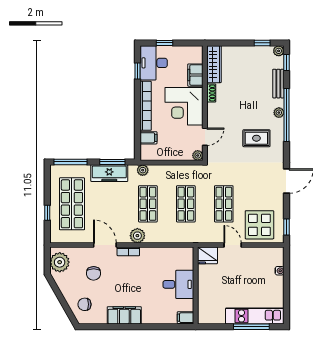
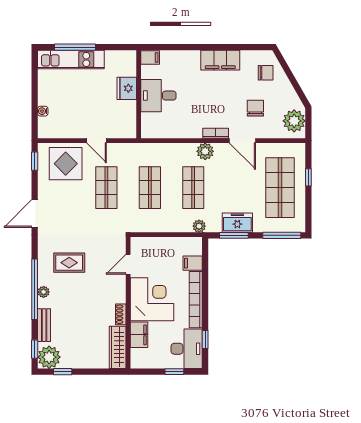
plant: (279, 51) -> (49, 357), width x1.87, depth x1.87
plant: (198, 155) -> (136, 243), removed
freezer: (109, 173) -> (237, 223), width x0.71
fridge: (207, 255) -> (127, 88), moved, turned -90

